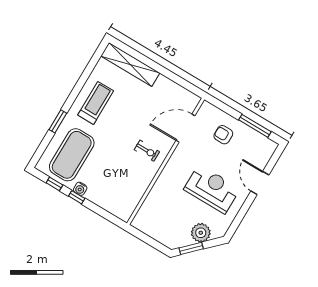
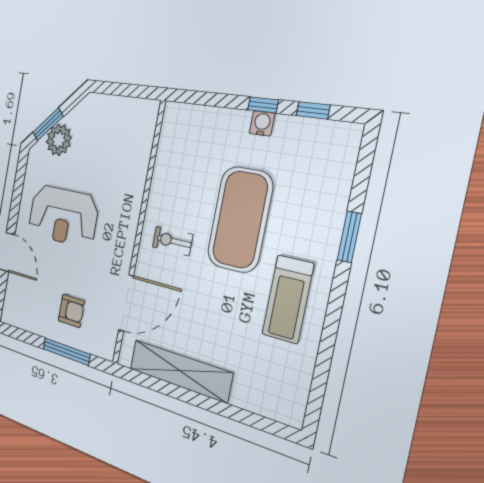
shelving: (130, 65) -> (180, 371), moved
window: (255, 126) -> (66, 352), moved
exercise mat: (72, 155) -> (240, 219), moved
window: (191, 248) -> (48, 124), moved

